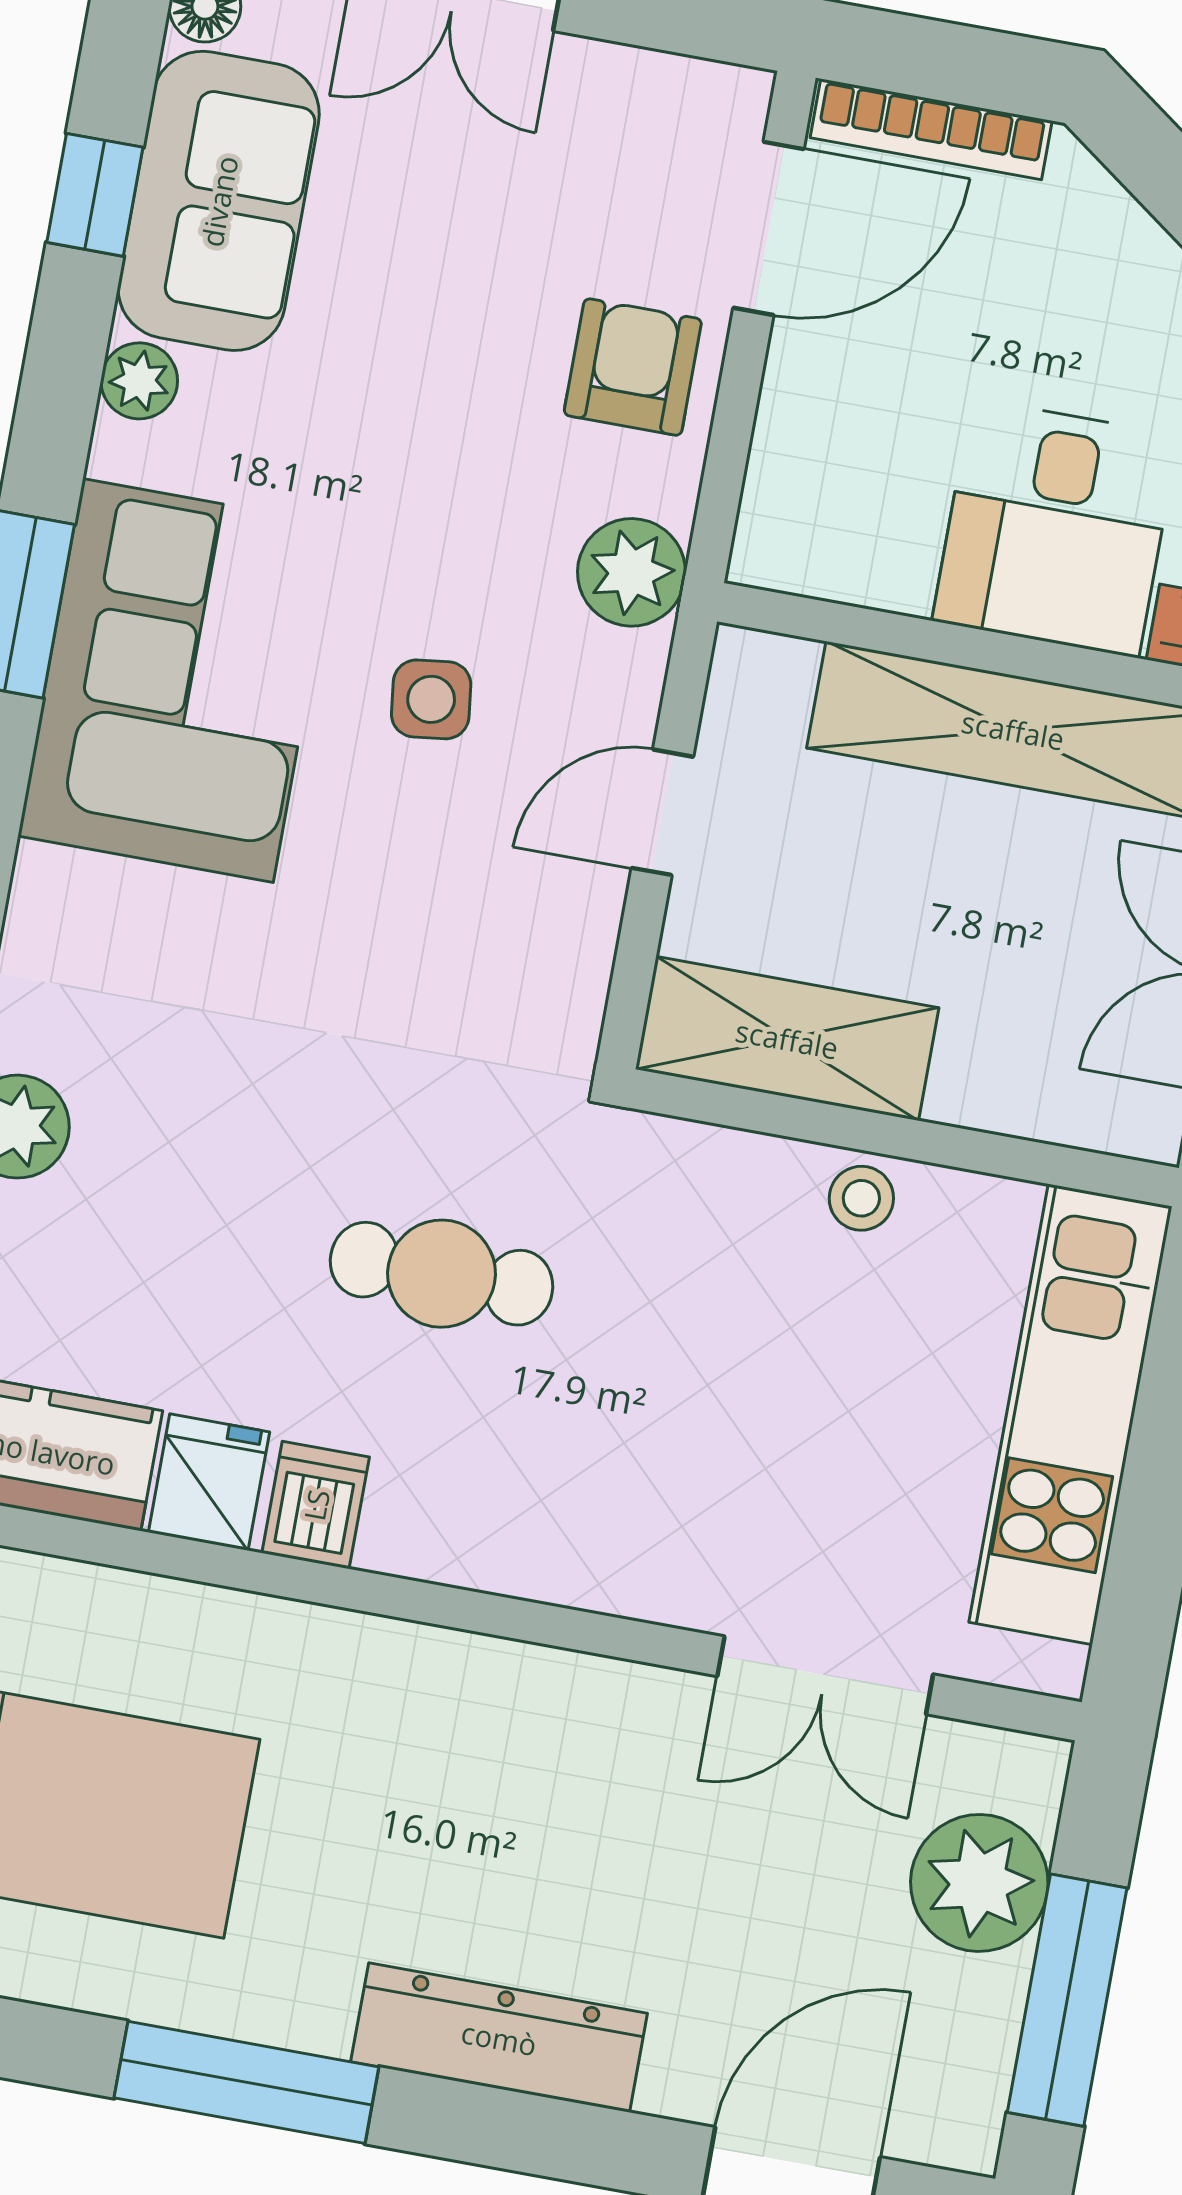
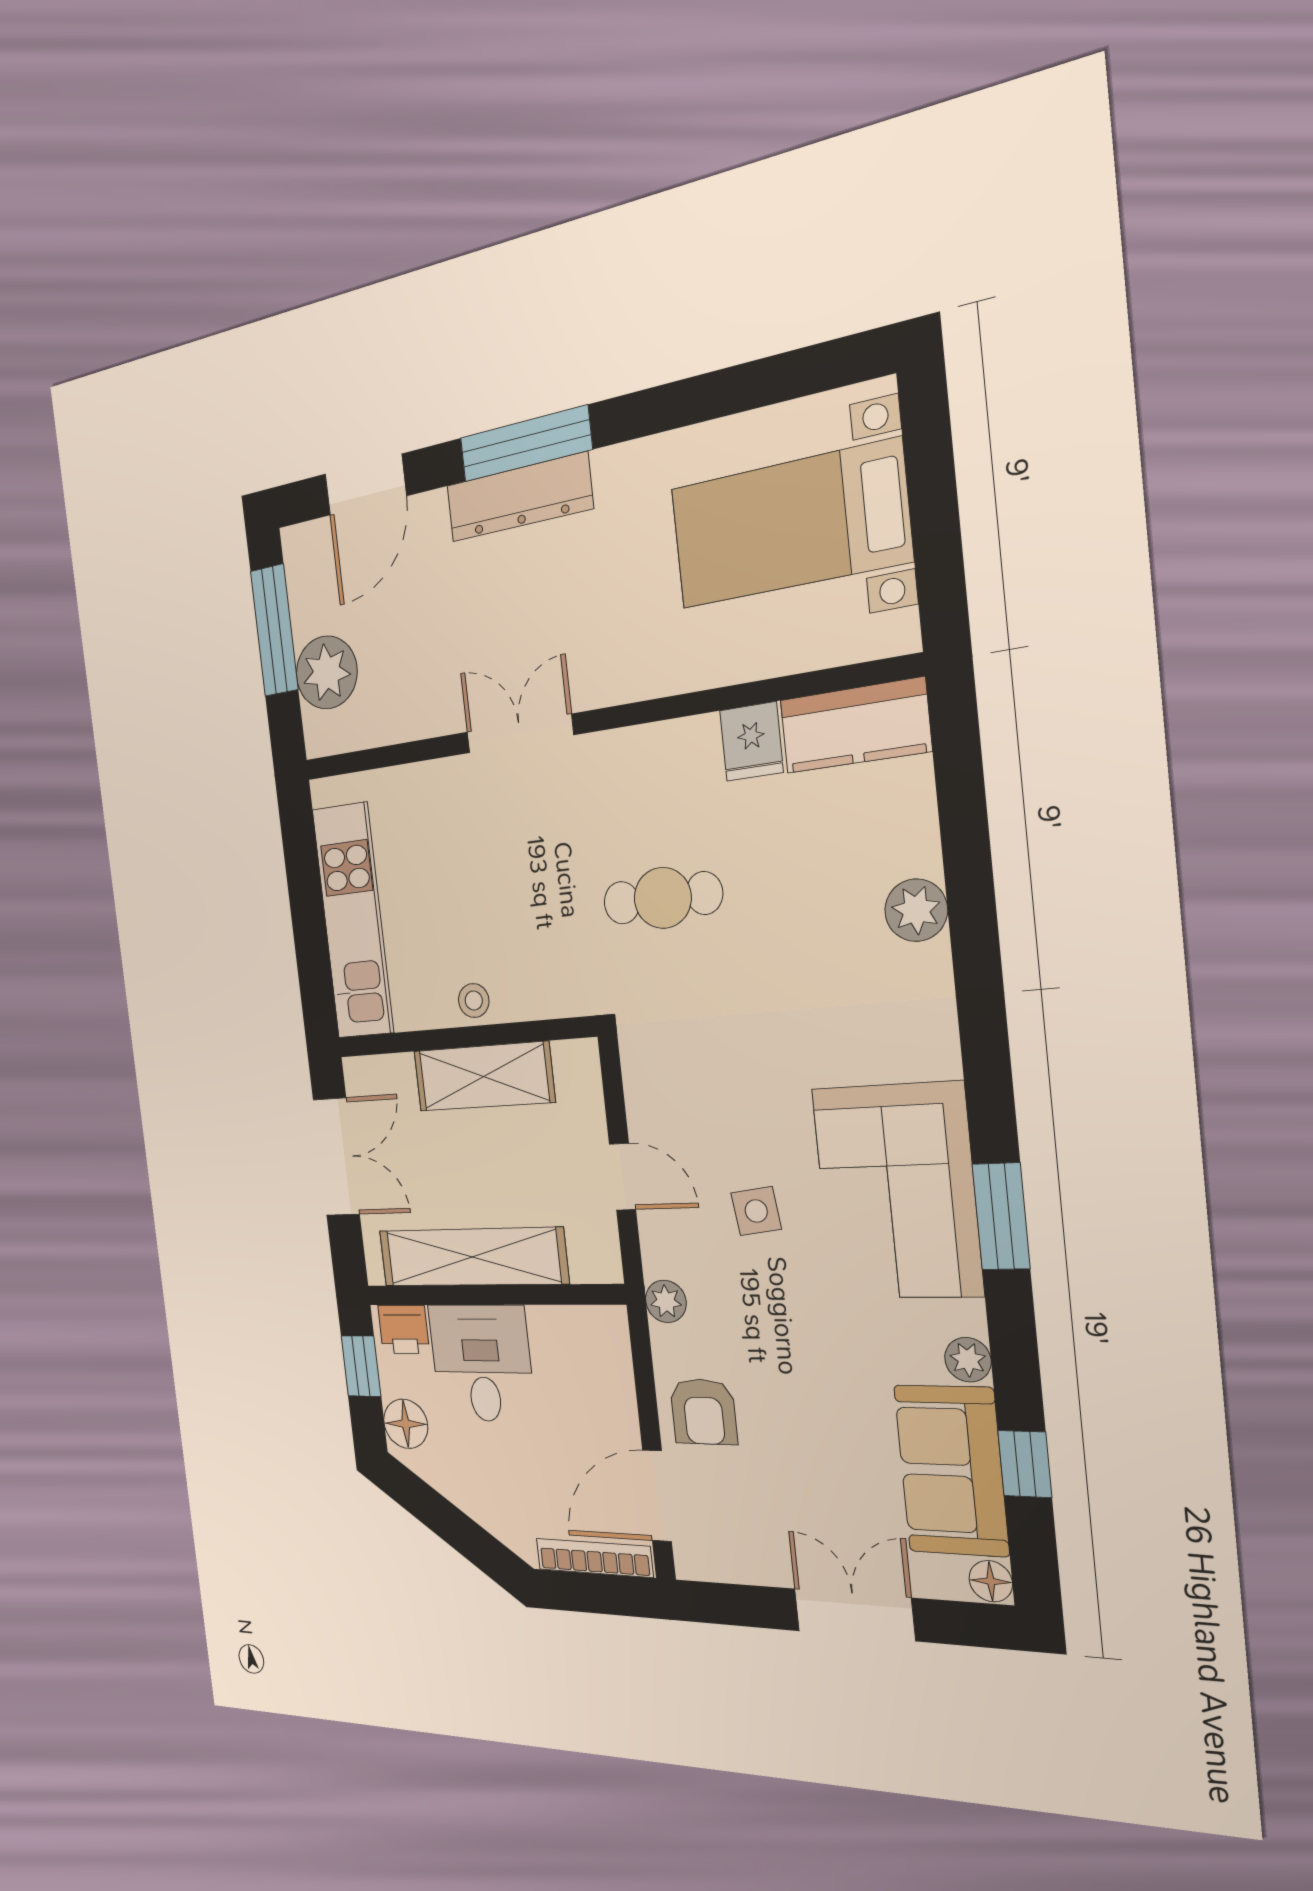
plant: (632, 572) -> (666, 1301), width x0.73, depth x0.73
door: (662, 812) -> (623, 1177), hinge flipped
shelving: (787, 1039) -> (484, 1076), moved
dishwasher: (316, 1505) -> (692, 749), removed
double door: (825, 1675) -> (520, 733), moved
window: (246, 2082) -> (525, 444), moved

